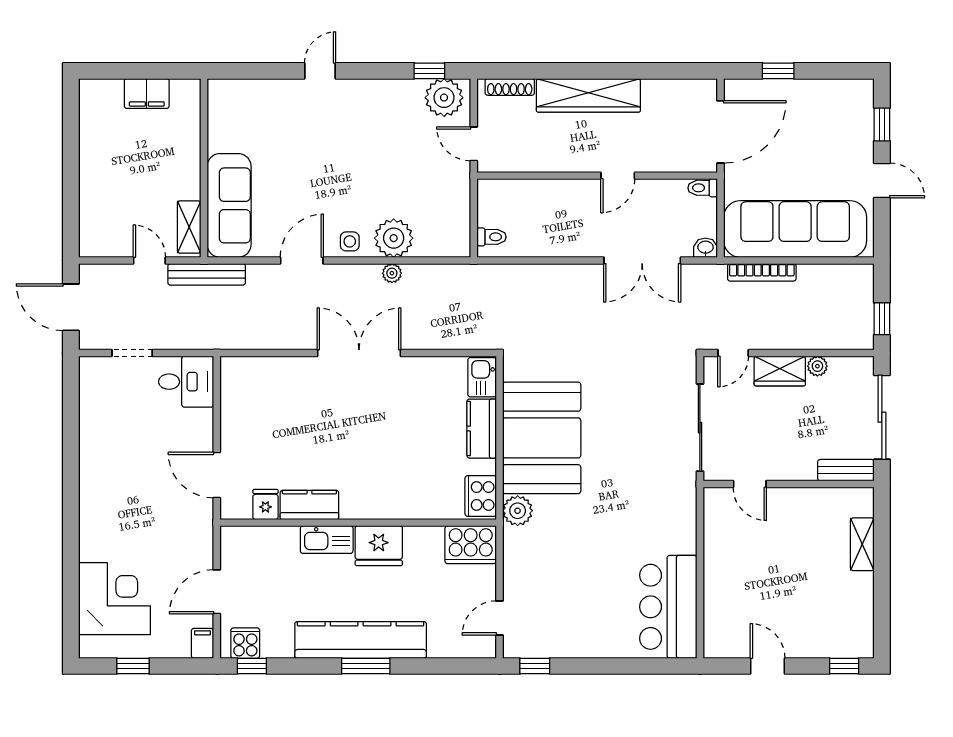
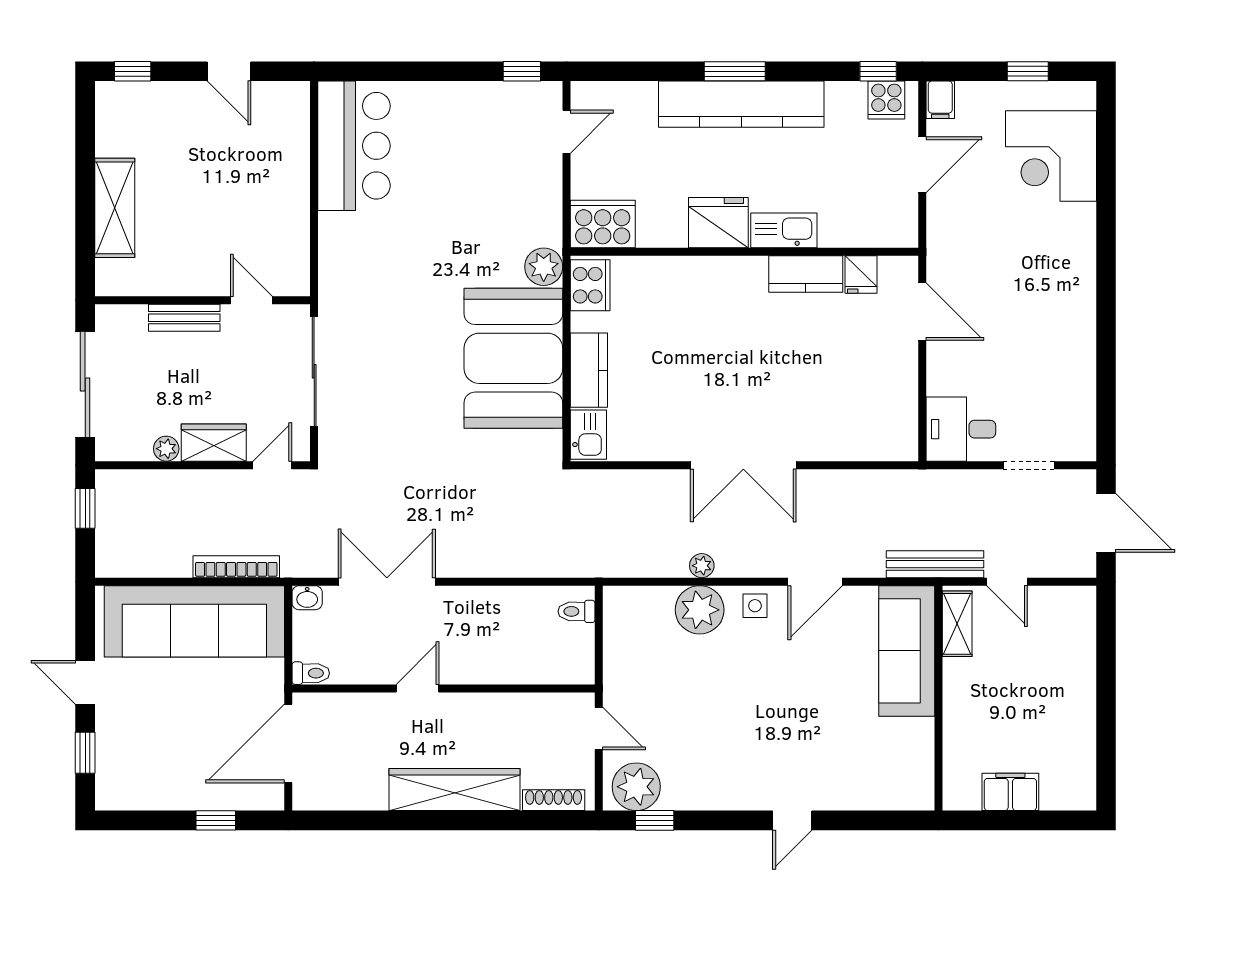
bench: (846, 470) -> (184, 318), moved
shelving: (862, 544) -> (115, 208), width x1.50, depth x1.33

